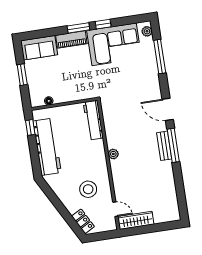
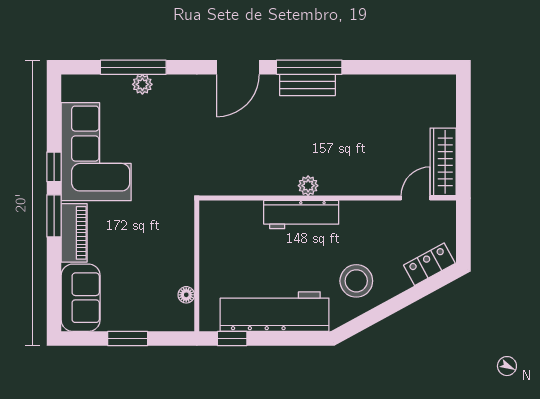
plant: (147, 31) -> (142, 84), moved
workbench: (93, 120) -> (301, 215), moved
stool: (88, 189) -> (356, 281), moved

